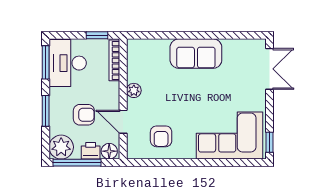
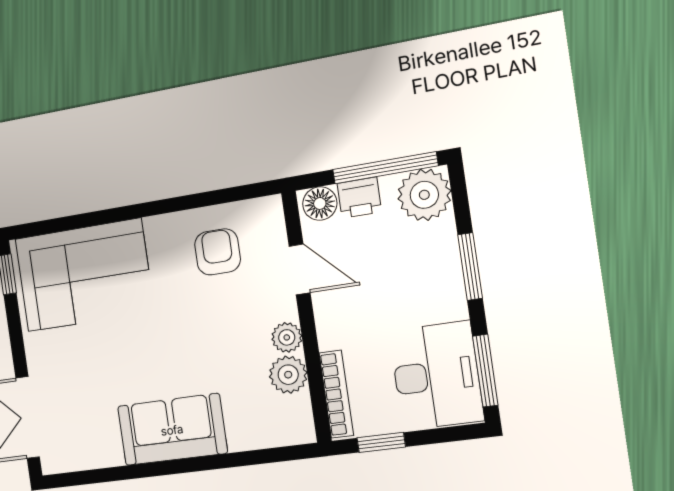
plant: (136, 73) -> (288, 375), added
armchair: (84, 115) -> (385, 271), removed

